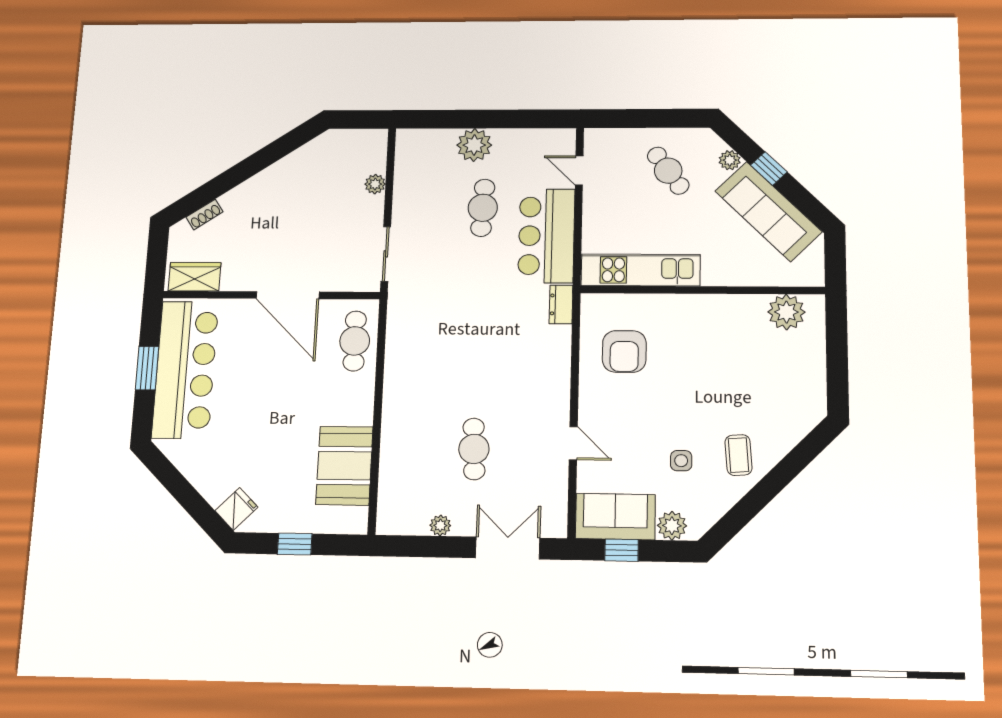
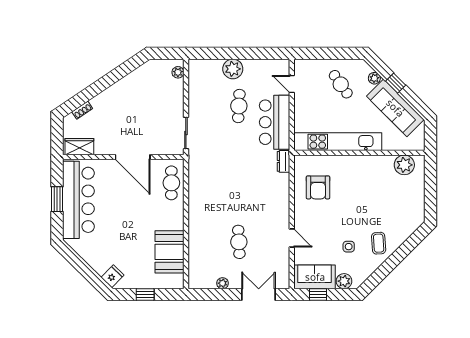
plant: (375, 184) -> (178, 72), moved
kitchen unit: (641, 270) -> (338, 142), width x1.36

